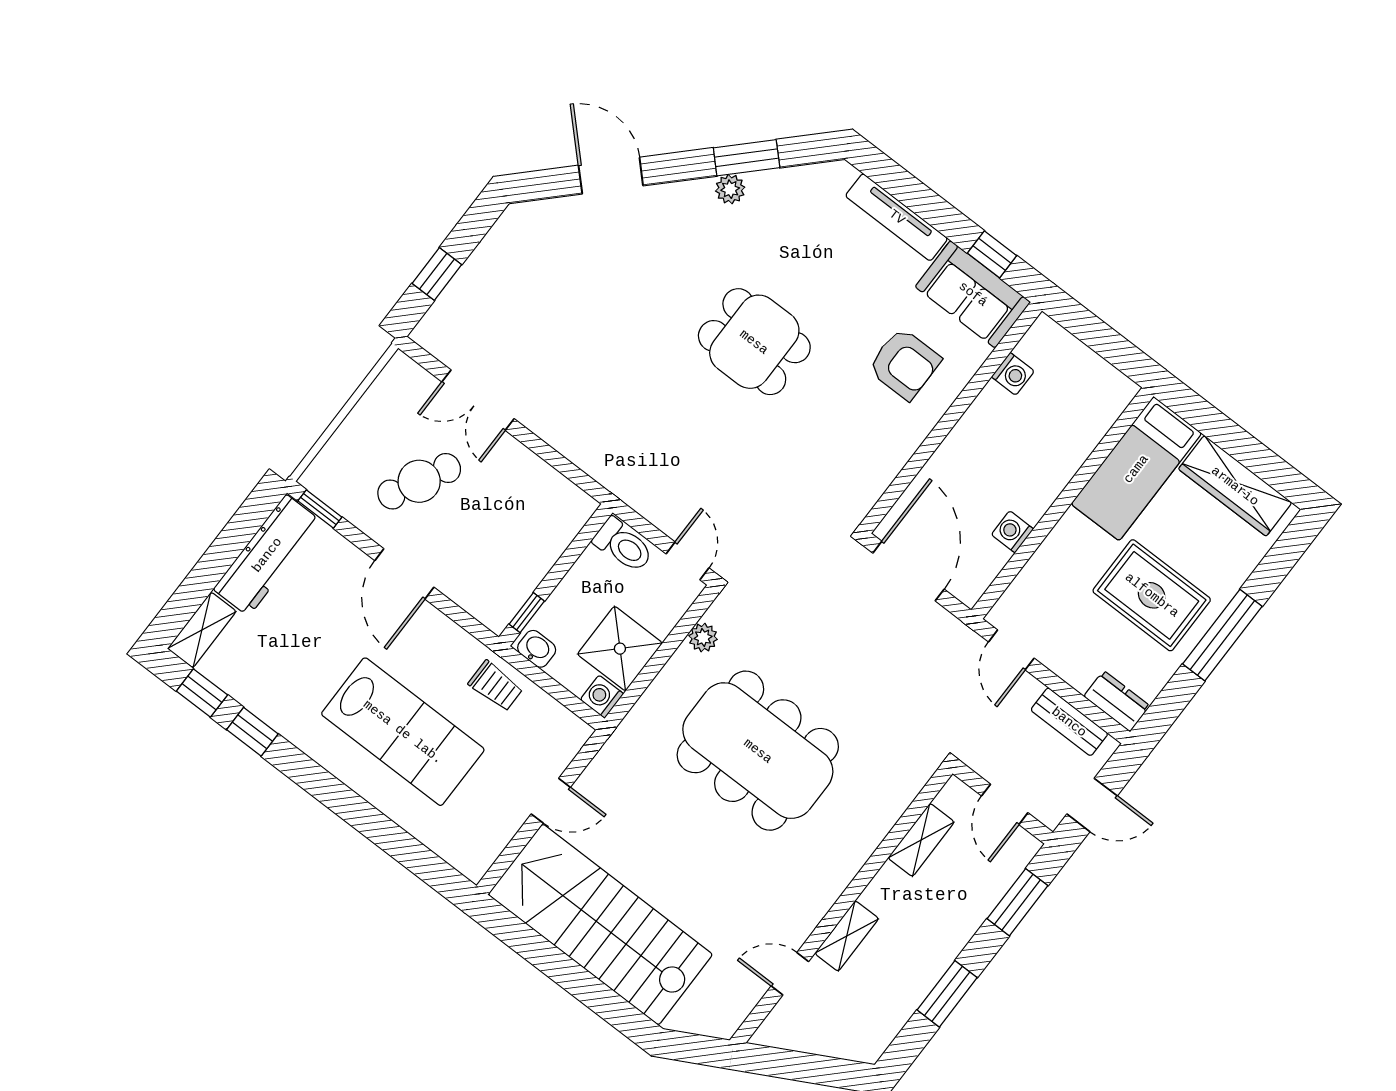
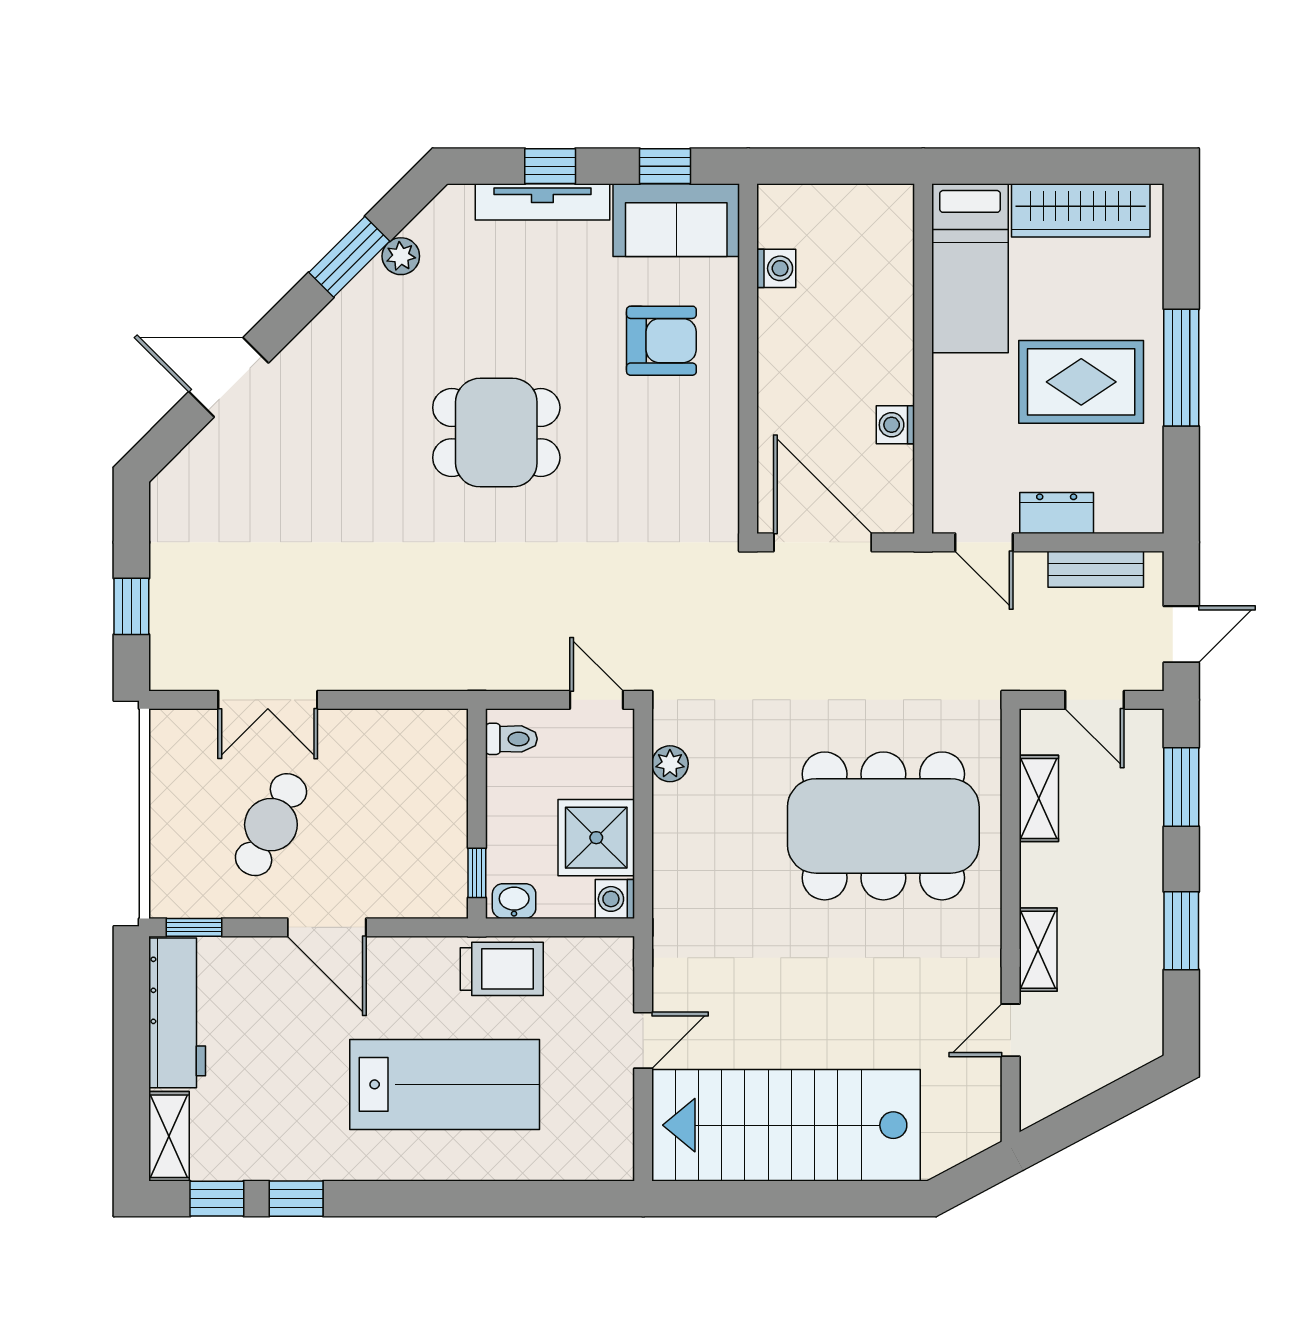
plant: (730, 189) -> (401, 256), moved
window: (919, 198) -> (550, 166), added
toilet: (623, 545) -> (511, 739), width x0.73, depth x0.72
trolley: (496, 686) -> (502, 969), width x1.36, depth x1.39
dresser: (1117, 701) -> (1057, 513), moved
dining table: (758, 751) -> (883, 826), moved

